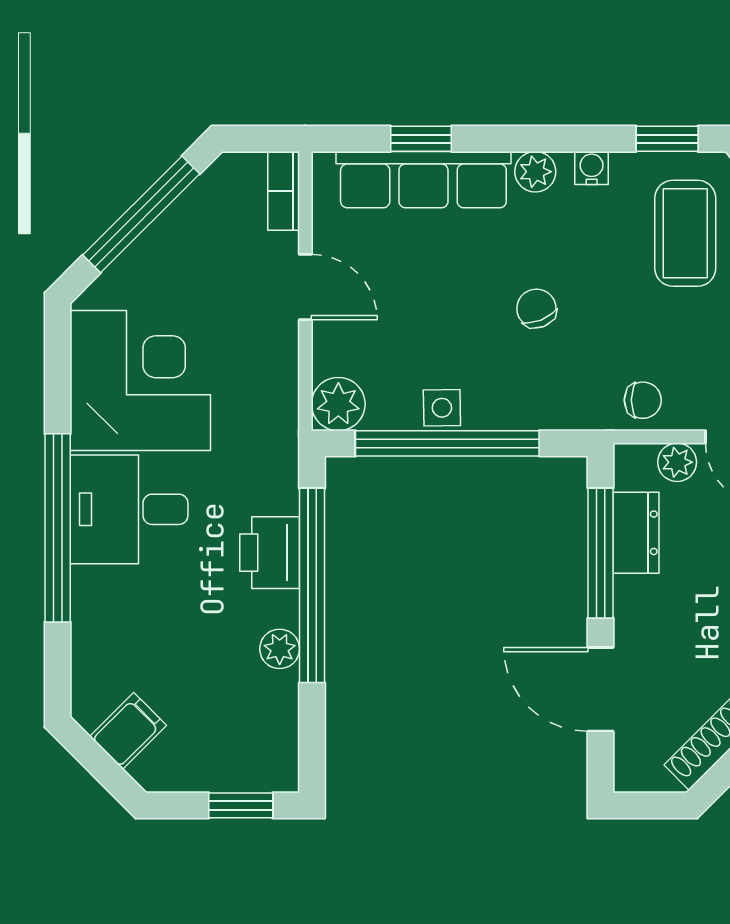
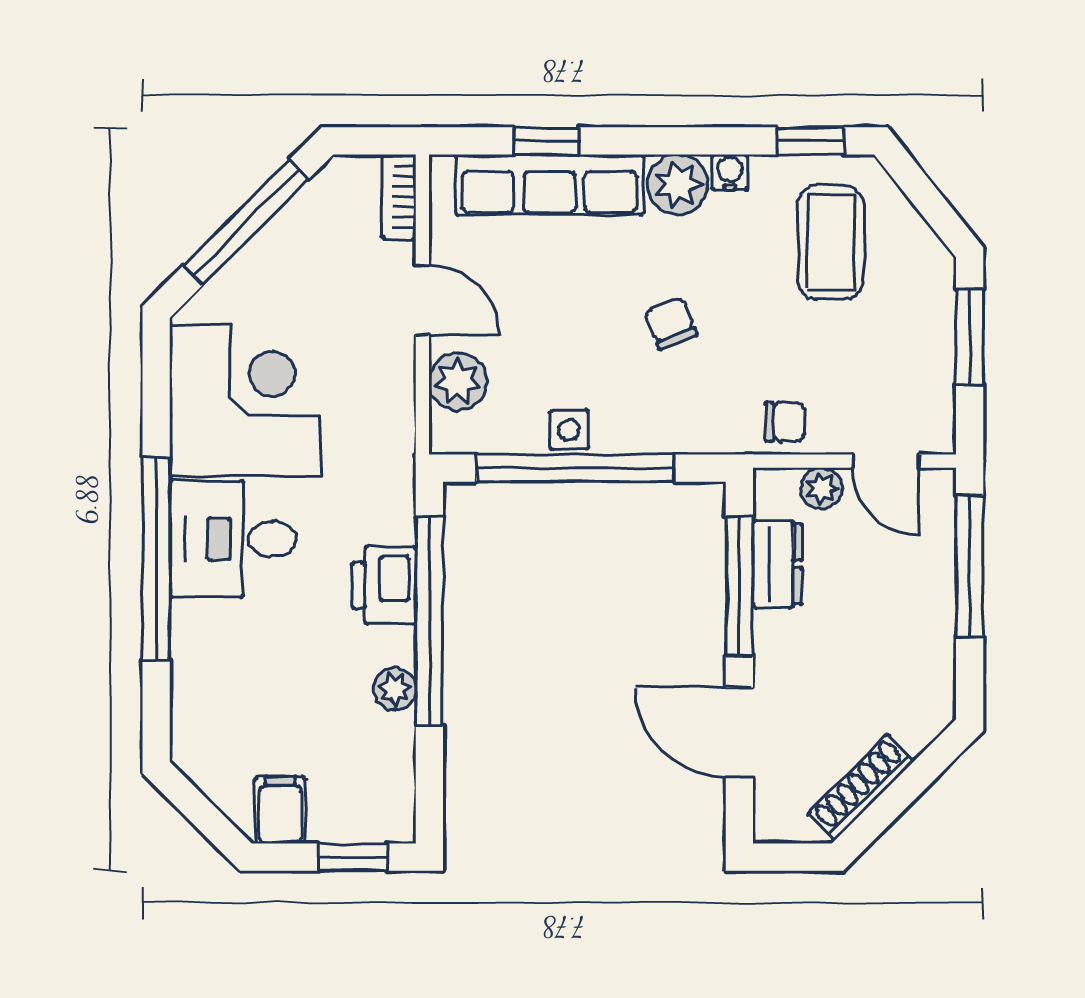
plant: (535, 172) -> (678, 185), width x1.38, depth x1.38
plant: (338, 404) -> (458, 381), moved
filing cabinet: (128, 731) -> (280, 810), moved, turned -45

